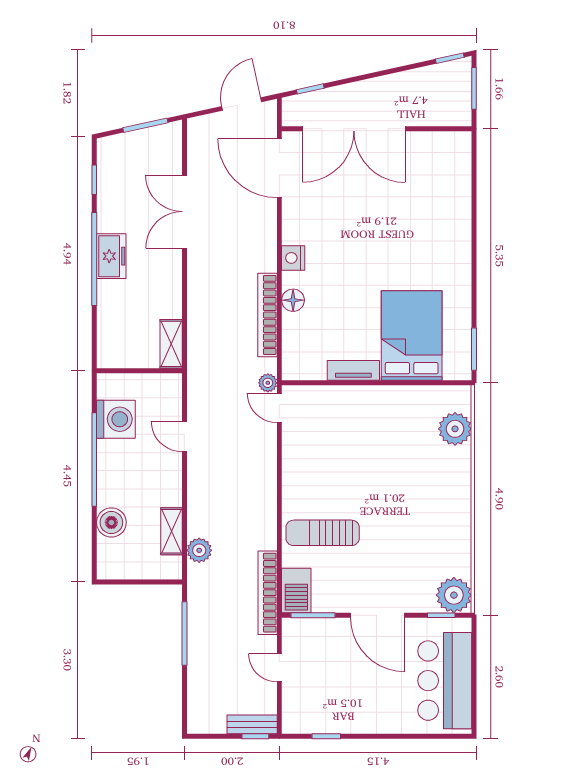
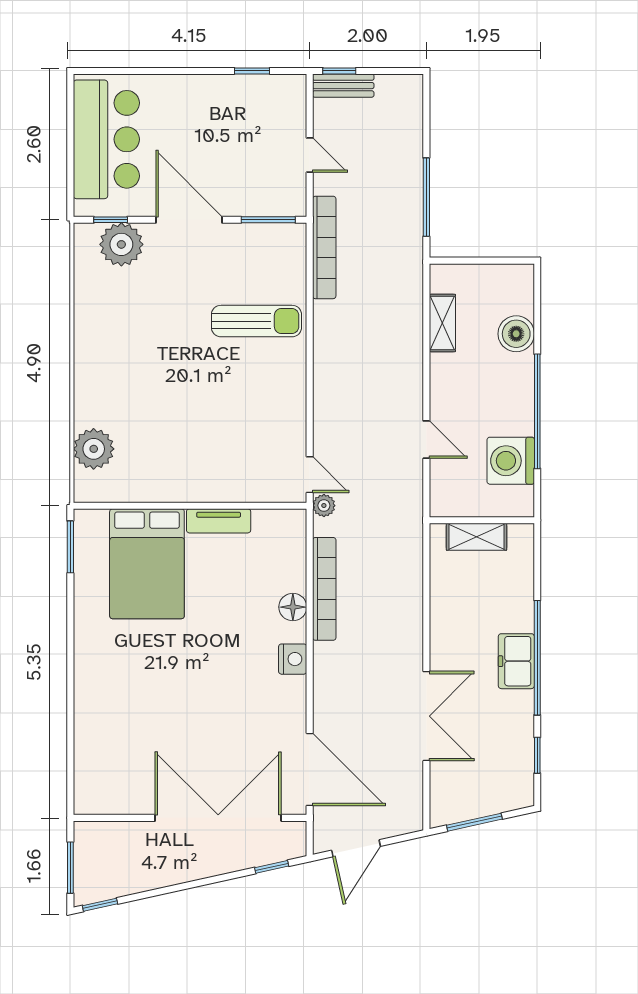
shelving: (171, 344) -> (477, 537), moved, turned 90
plant: (199, 550) -> (408, 300), removed
barbecue: (296, 590) -> (289, 250), removed
plant: (454, 595) -> (121, 244), moved

